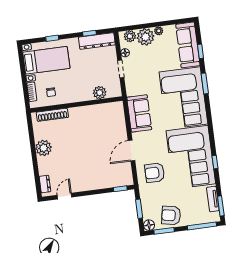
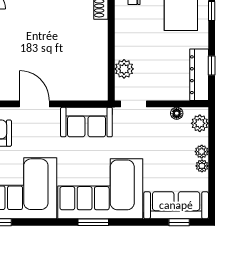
plant: (145, 37) -> (202, 152), width x0.53, depth x0.53
window: (200, 51) -> (179, 222), moved
doorway: (121, 69) -> (134, 104), moved
window: (205, 83) -> (93, 222), moved

